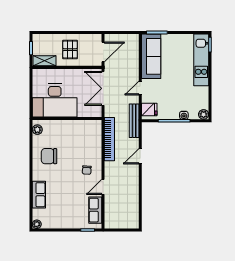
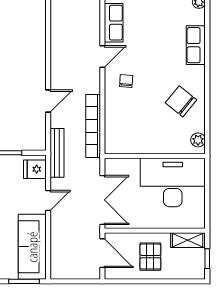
door: (103, 52) -> (102, 253), swing flipped
chair: (49, 156) -> (181, 101), turned -141

